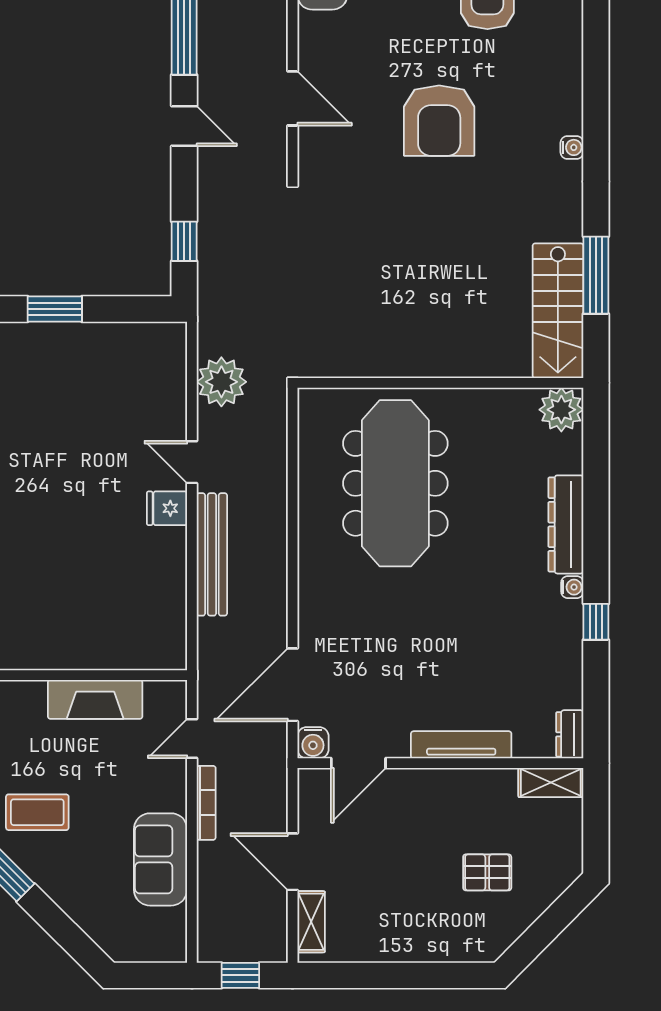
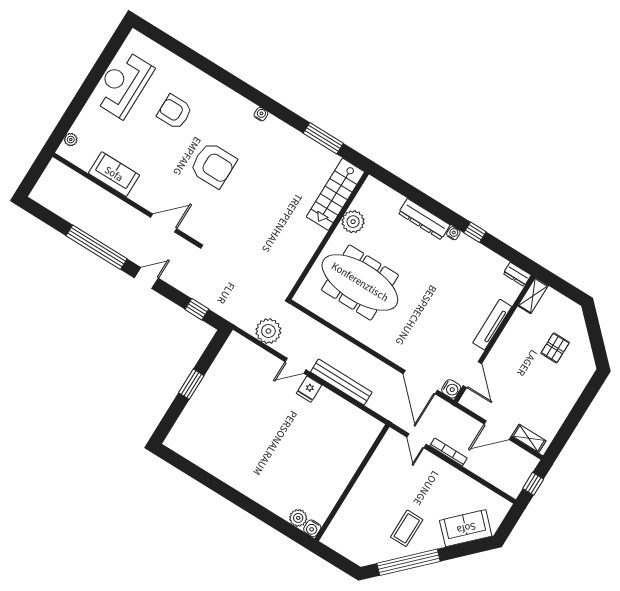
stairs: (558, 311) -> (336, 194), moved, turned 90
plant: (561, 410) -> (353, 222), moved
fireplace: (95, 699) -> (373, 472), removed
sofa: (161, 859) -> (466, 528), moved, turned 135

